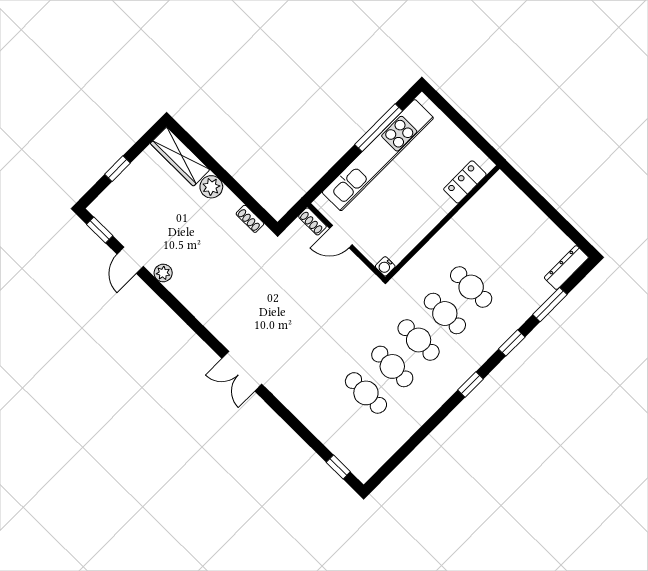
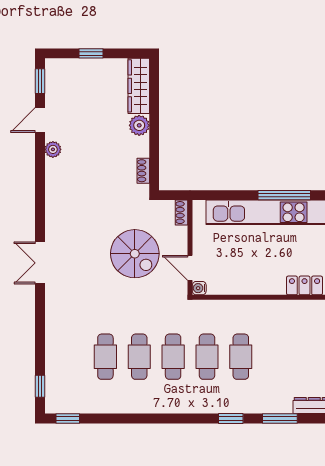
door: (341, 237) -> (190, 268), moved
spiral stairs: (308, 290) -> (135, 254), added
window: (470, 384) -> (68, 419), moved

